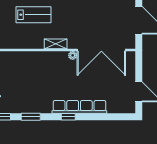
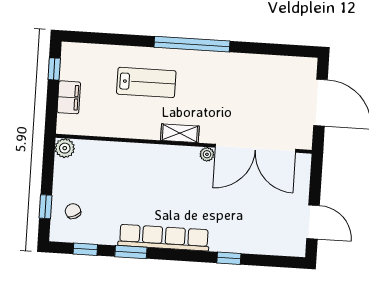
row of seats: (79, 107) -> (164, 238), moved
window: (68, 117) -> (229, 258), moved

